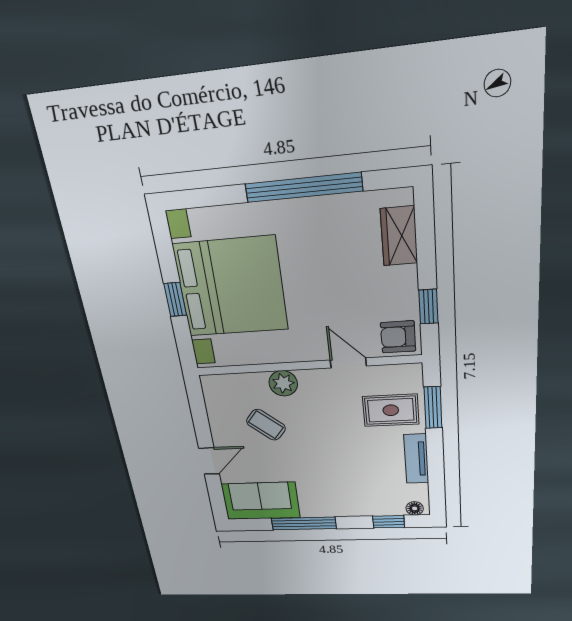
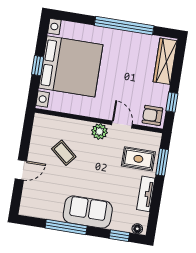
wardrobe: (399, 236) -> (165, 61), width x1.50
plant: (283, 383) -> (99, 131), moved
sofa: (261, 501) -> (88, 212), moved

